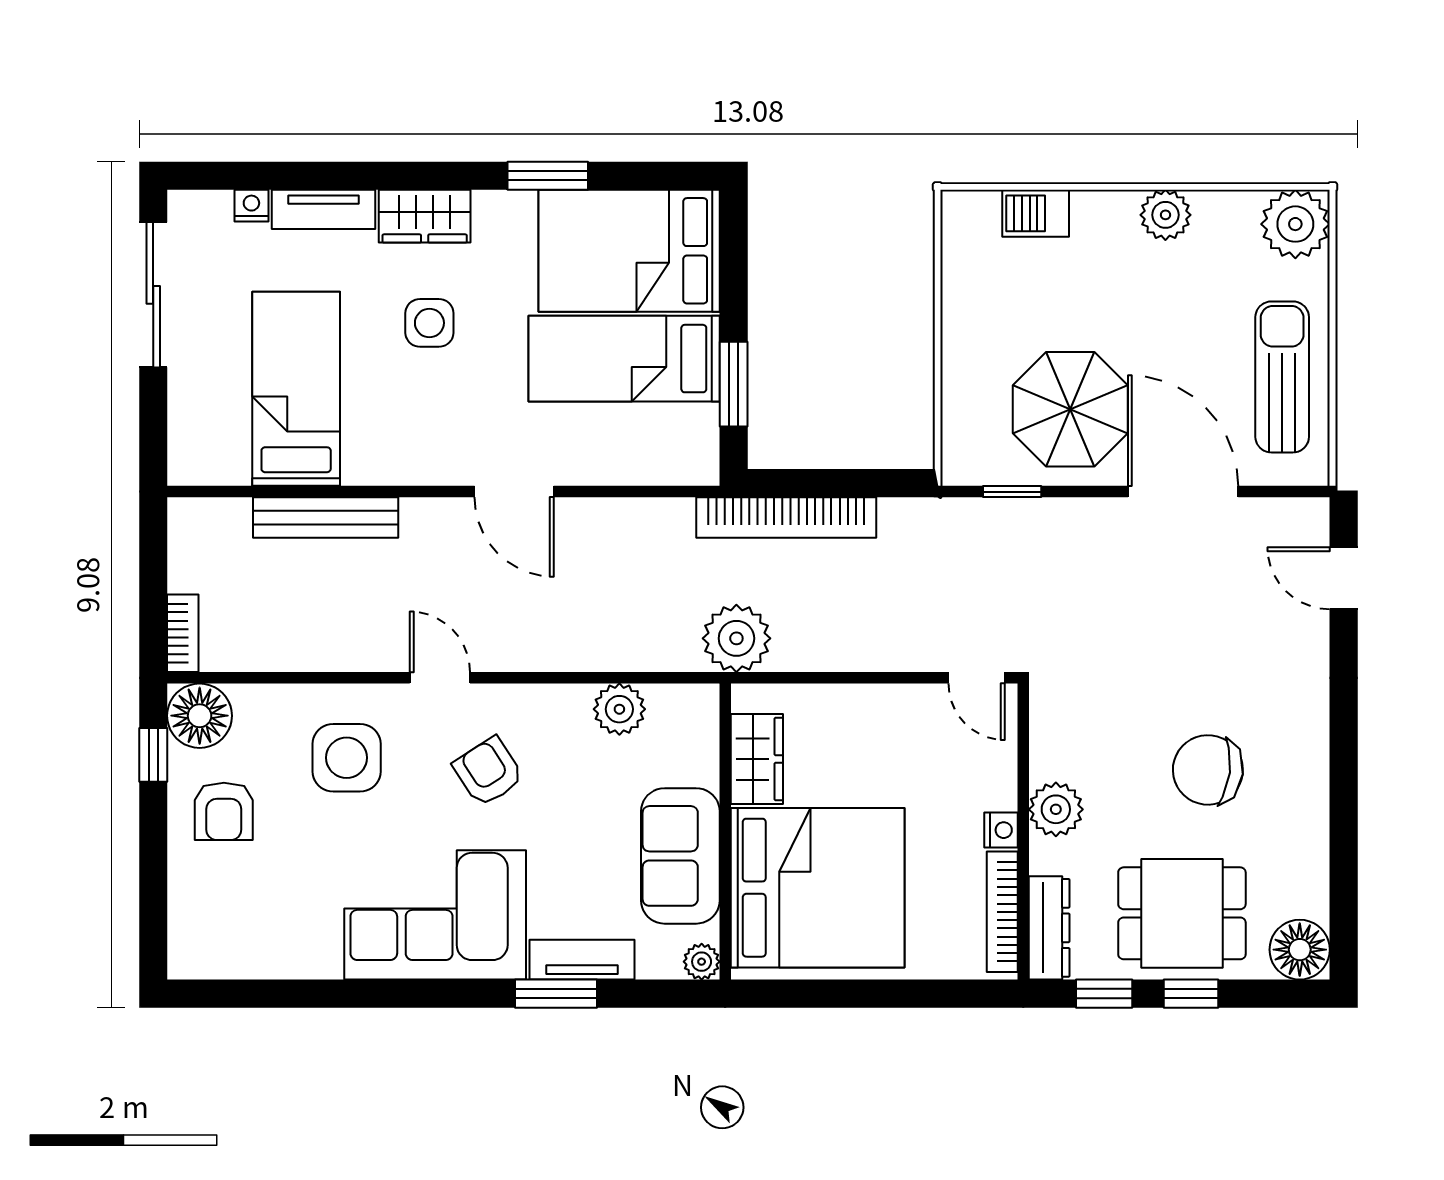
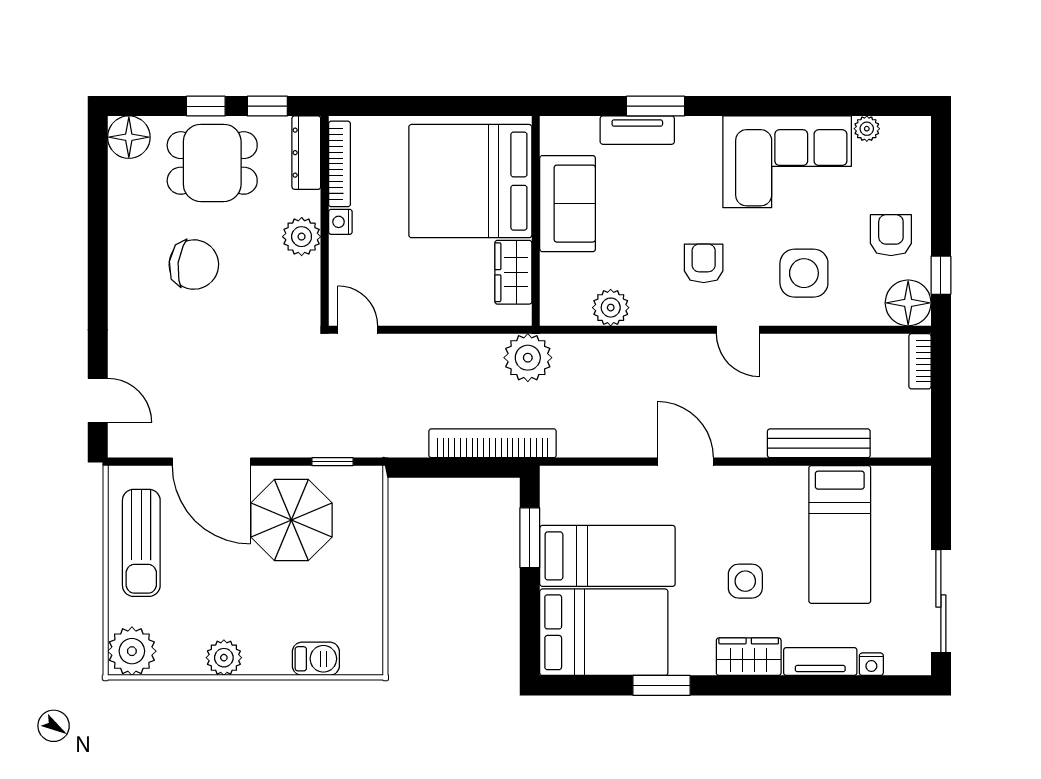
armchair: (488, 772) -> (704, 263), turned -147
corner sofa: (435, 915) -> (787, 162), moved
plant: (702, 962) -> (867, 129), moved

